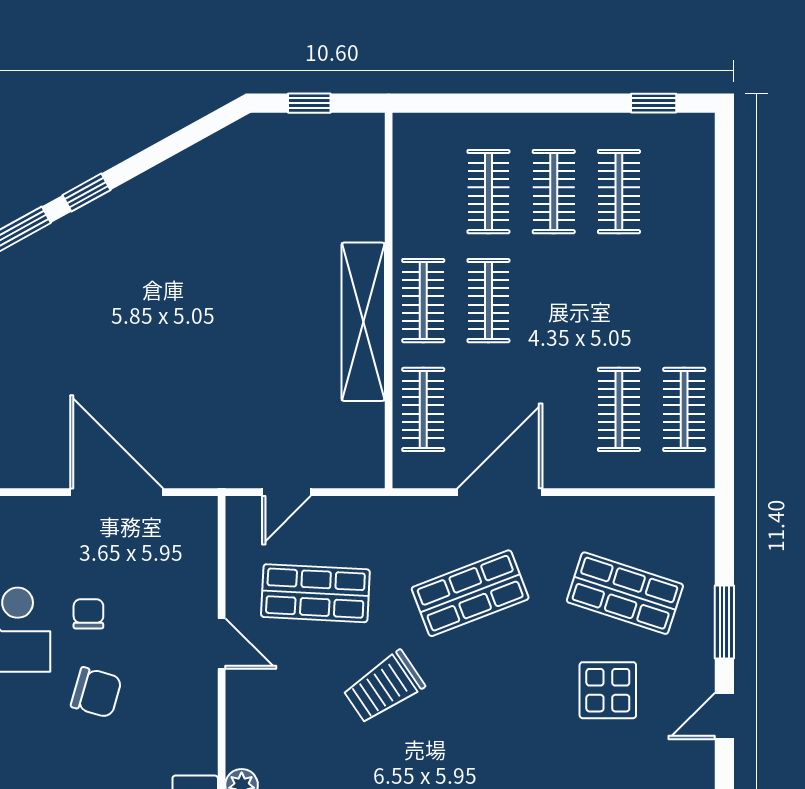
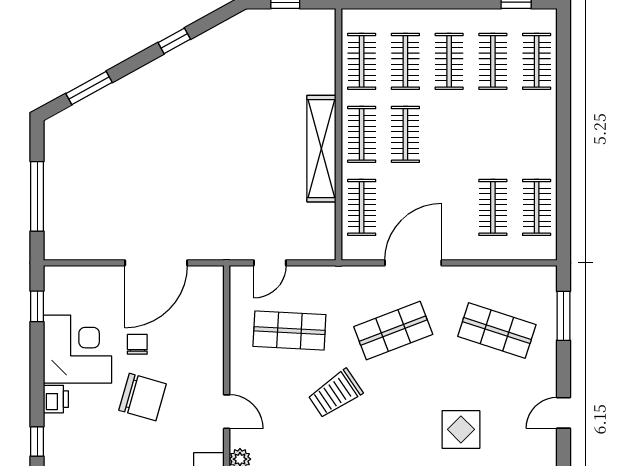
clothes rail: (423, 192) -> (362, 61), added
clothes rail: (684, 192) -> (537, 61), added
window: (86, 193) -> (174, 41), moved
door: (117, 492) -> (156, 263), swing flipped
window: (724, 622) -> (564, 316), moved
door: (222, 644) -> (227, 412), moved
display table: (608, 690) -> (461, 429), moved
chair: (96, 692) -> (143, 397), width x1.37, depth x1.37

